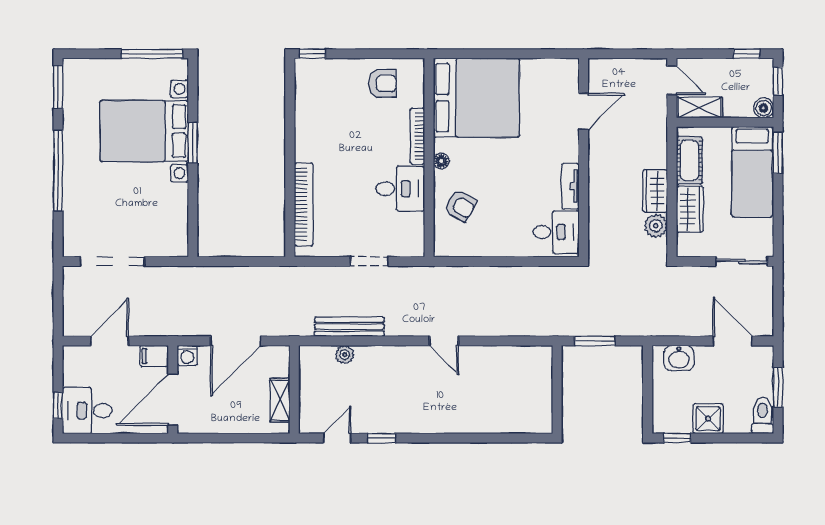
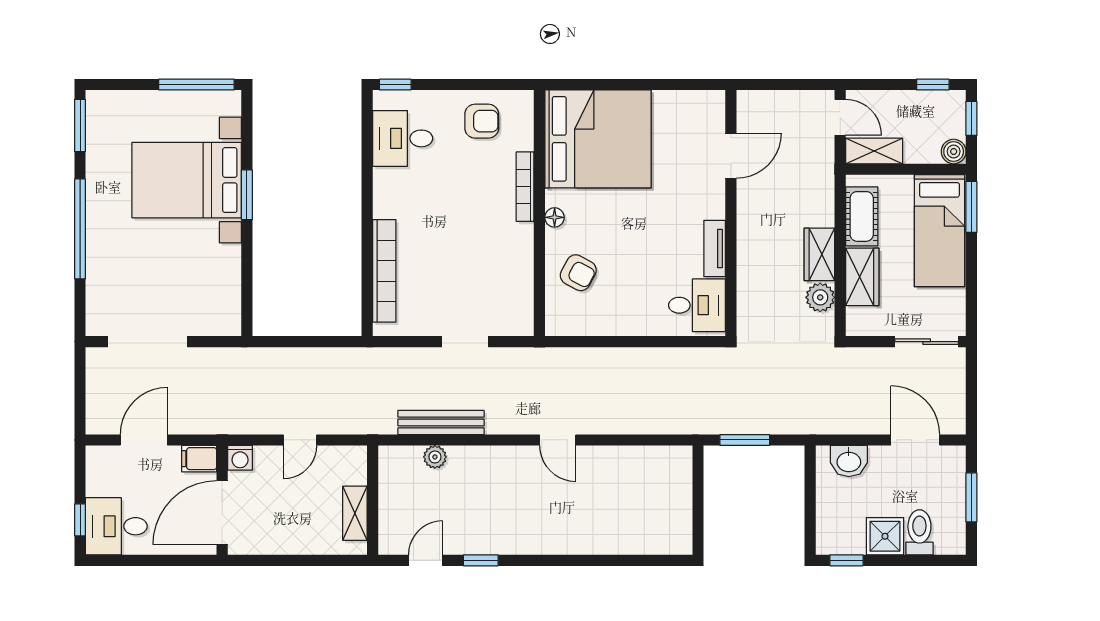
desk: (400, 189) -> (403, 138), moved, turned 180
door: (236, 341) -> (300, 440), width x0.53
toilet: (762, 415) -> (919, 532), moved

